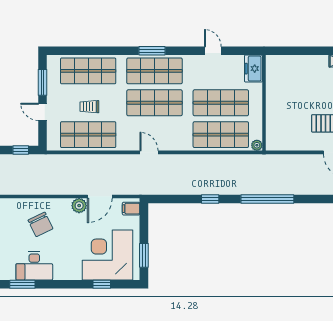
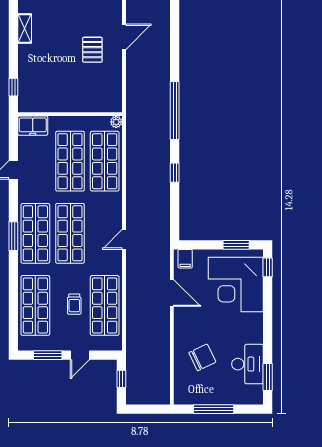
window: (289, 51) -> (13, 87), added
plant: (79, 206) -> (182, 315), removed
window: (102, 284) -> (268, 267), moved

